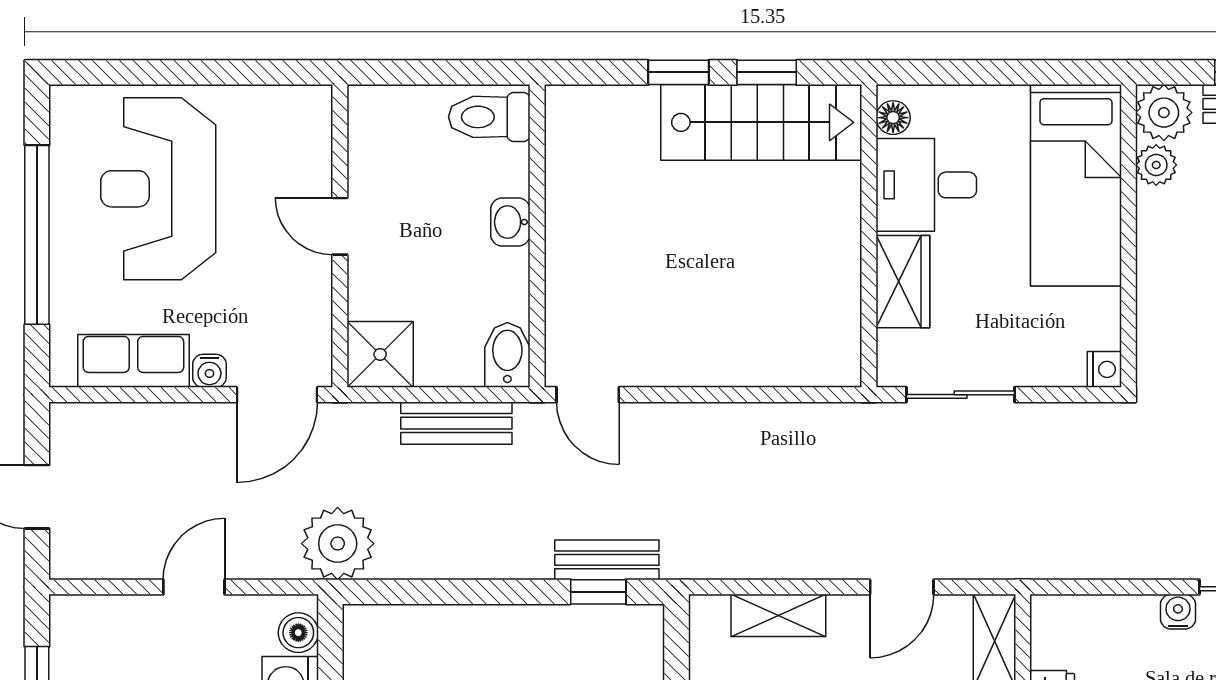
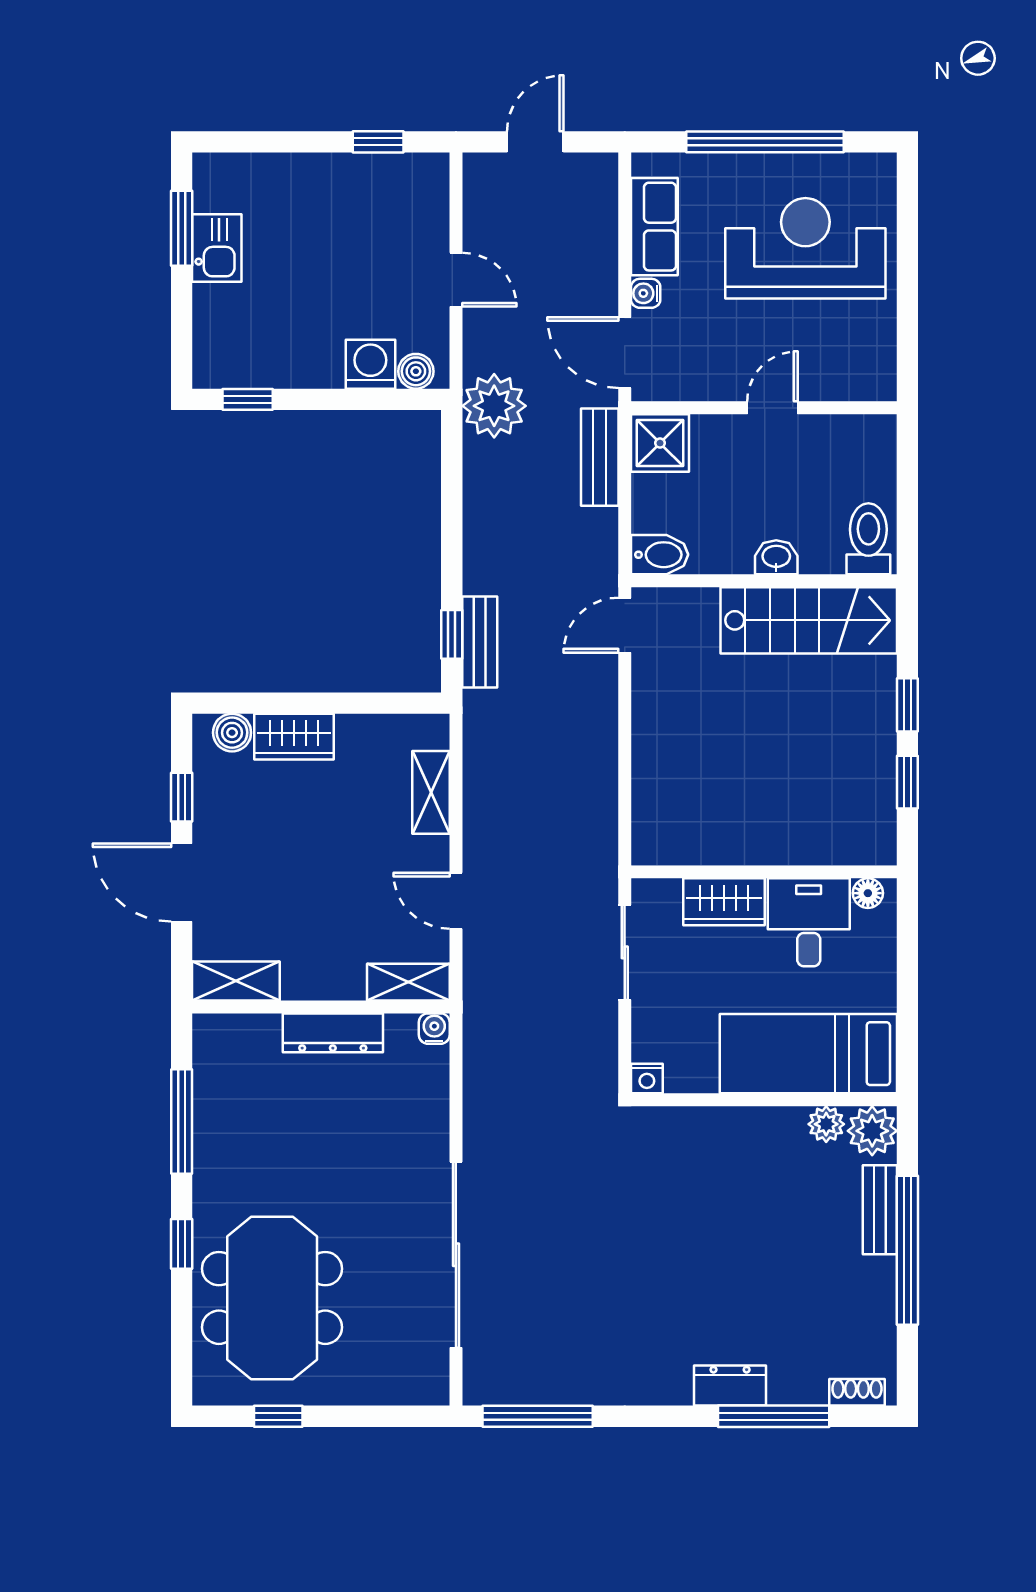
stairs: (761, 122) -> (809, 620), moved, turned -90
bench: (456, 423) -> (600, 457), moved
water cooler: (1178, 612) -> (434, 1029), moved, turned -90

